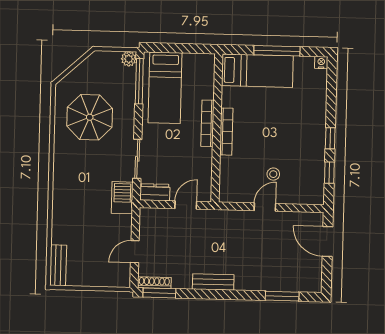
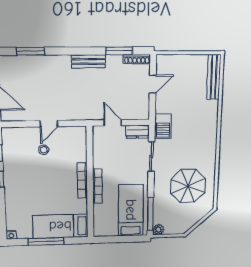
door: (186, 205) -> (113, 123), swing flipped
bench: (58, 265) -> (214, 77), width x1.36
window: (159, 293) -> (119, 51), moved

